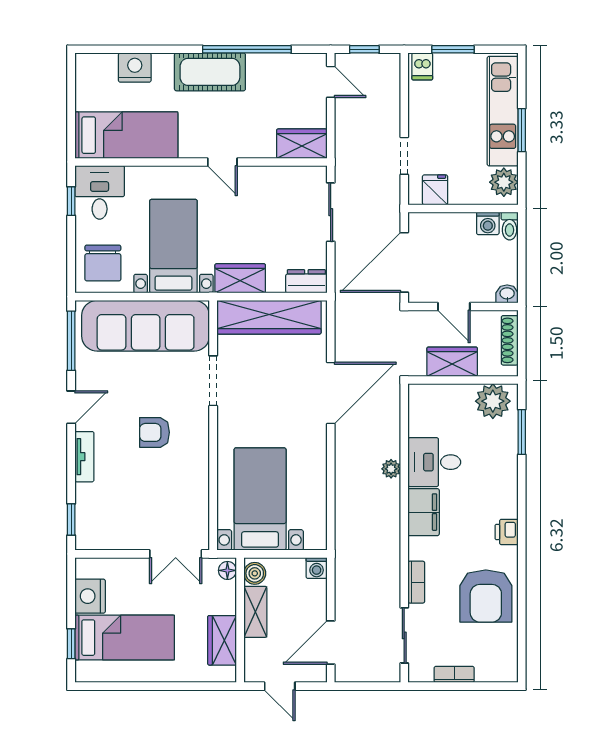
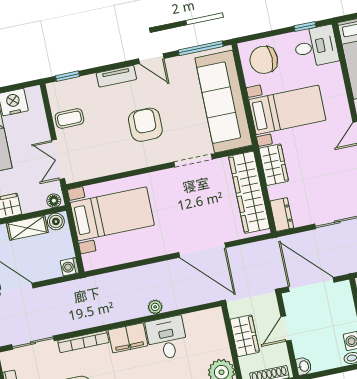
armchair: (154, 432) -> (145, 125), width x1.38, depth x1.38
coffee table: (126, 528) -> (69, 118), added
bookcase: (416, 582) -> (83, 341), width x1.56

